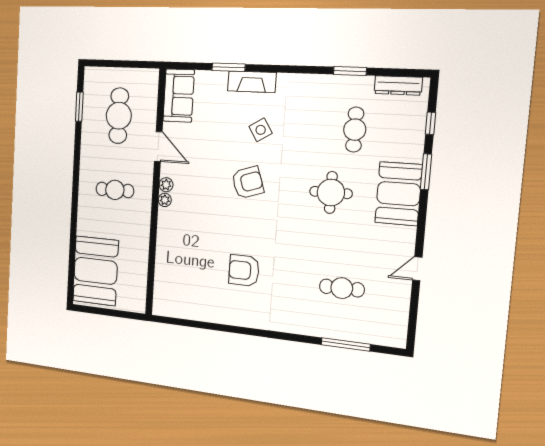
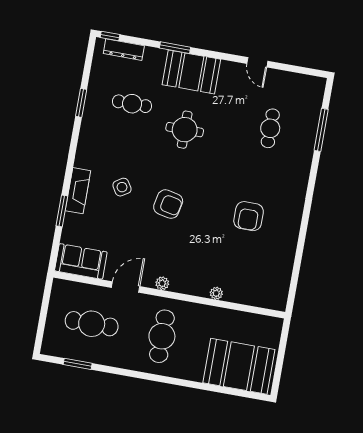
dresser: (398, 85) -> (124, 50), moved, turned 90
window: (430, 123) -> (110, 36), moved
armchair: (248, 182) -> (168, 204), turned 121
cafe table: (115, 190) -> (162, 336), width x1.37, depth x1.35
plant: (165, 200) -> (216, 293), moved

